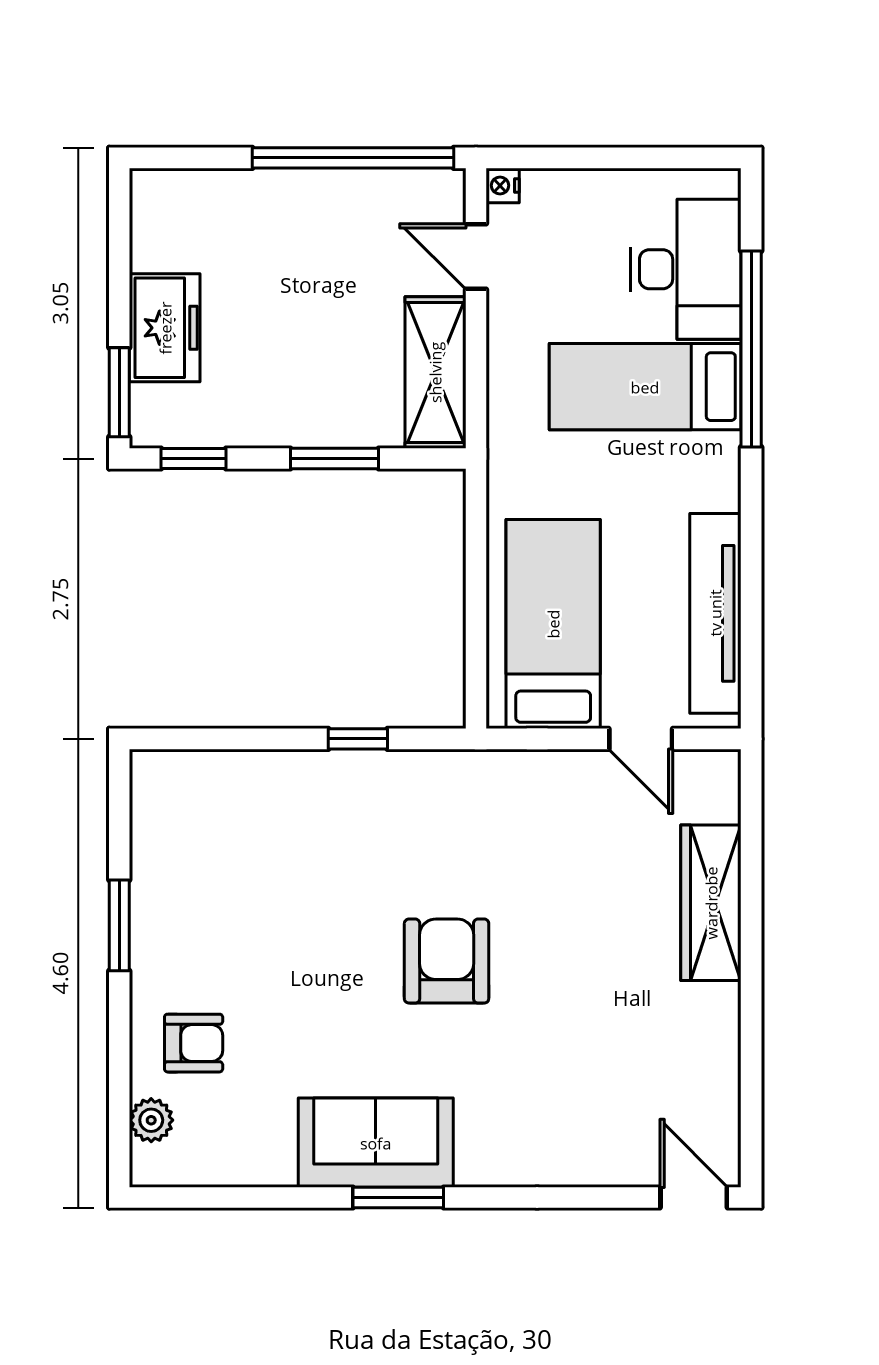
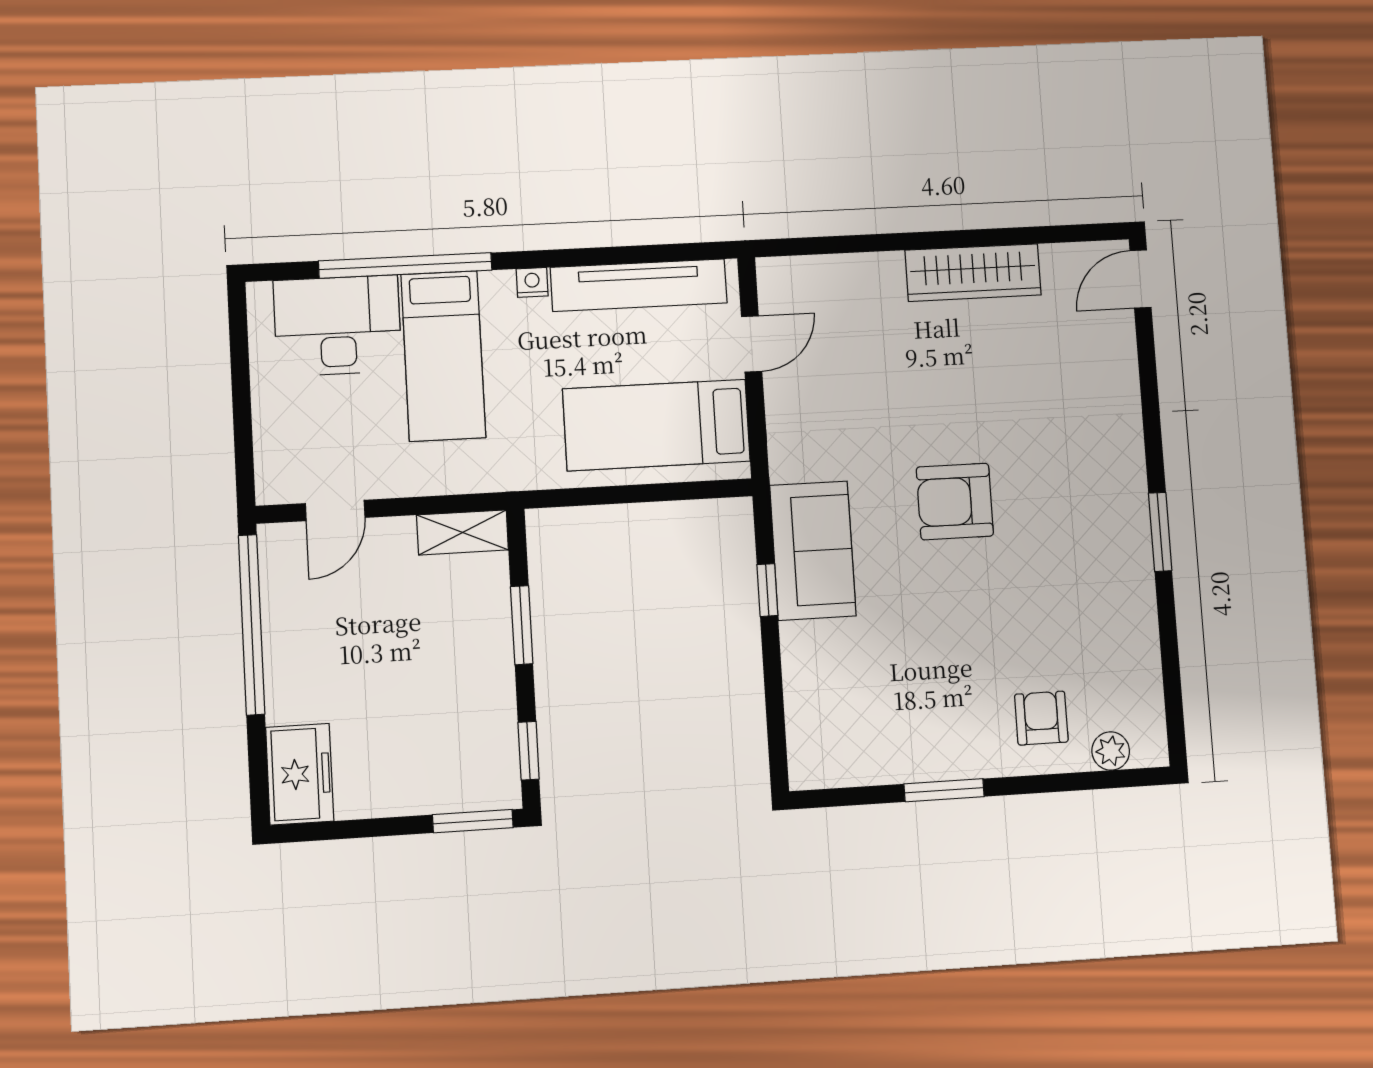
nightstand: (503, 185) -> (532, 282), moved, turned 180
freezer: (165, 328) -> (300, 774), moved, turned 90
shelving: (435, 372) -> (462, 532), width x0.67, depth x0.75
wardrobe: (711, 903) -> (973, 273), moved
sofa: (376, 1143) -> (813, 551), moved, turned 180

